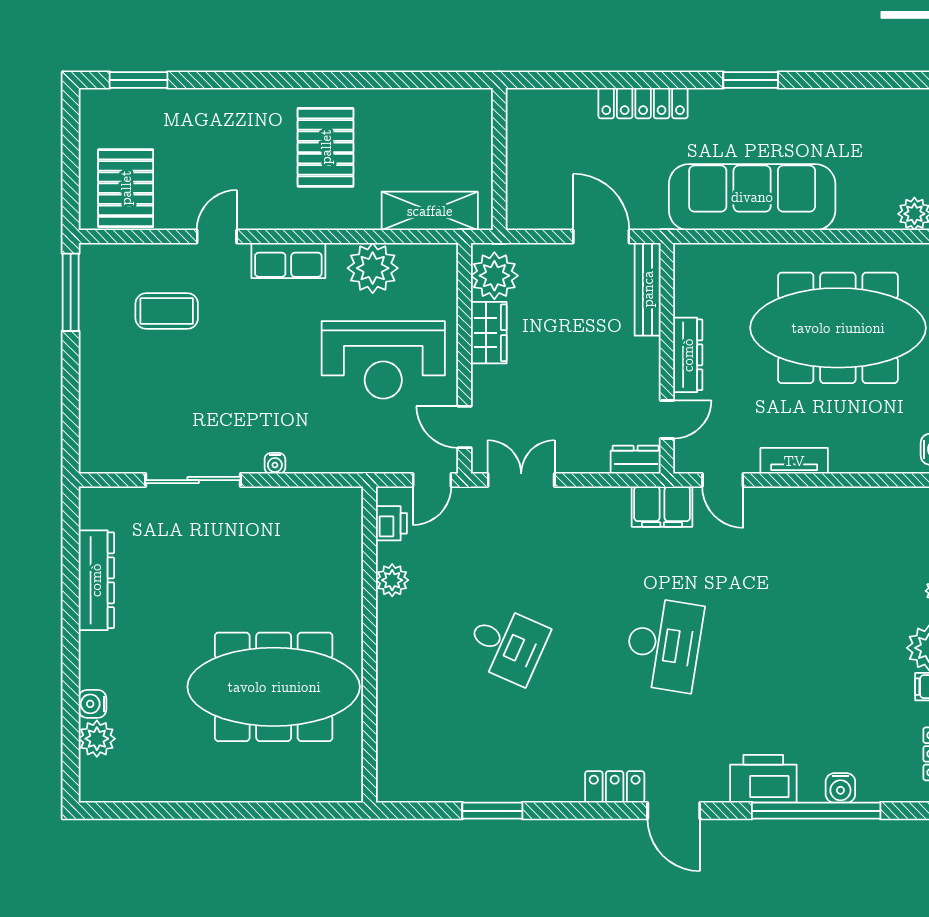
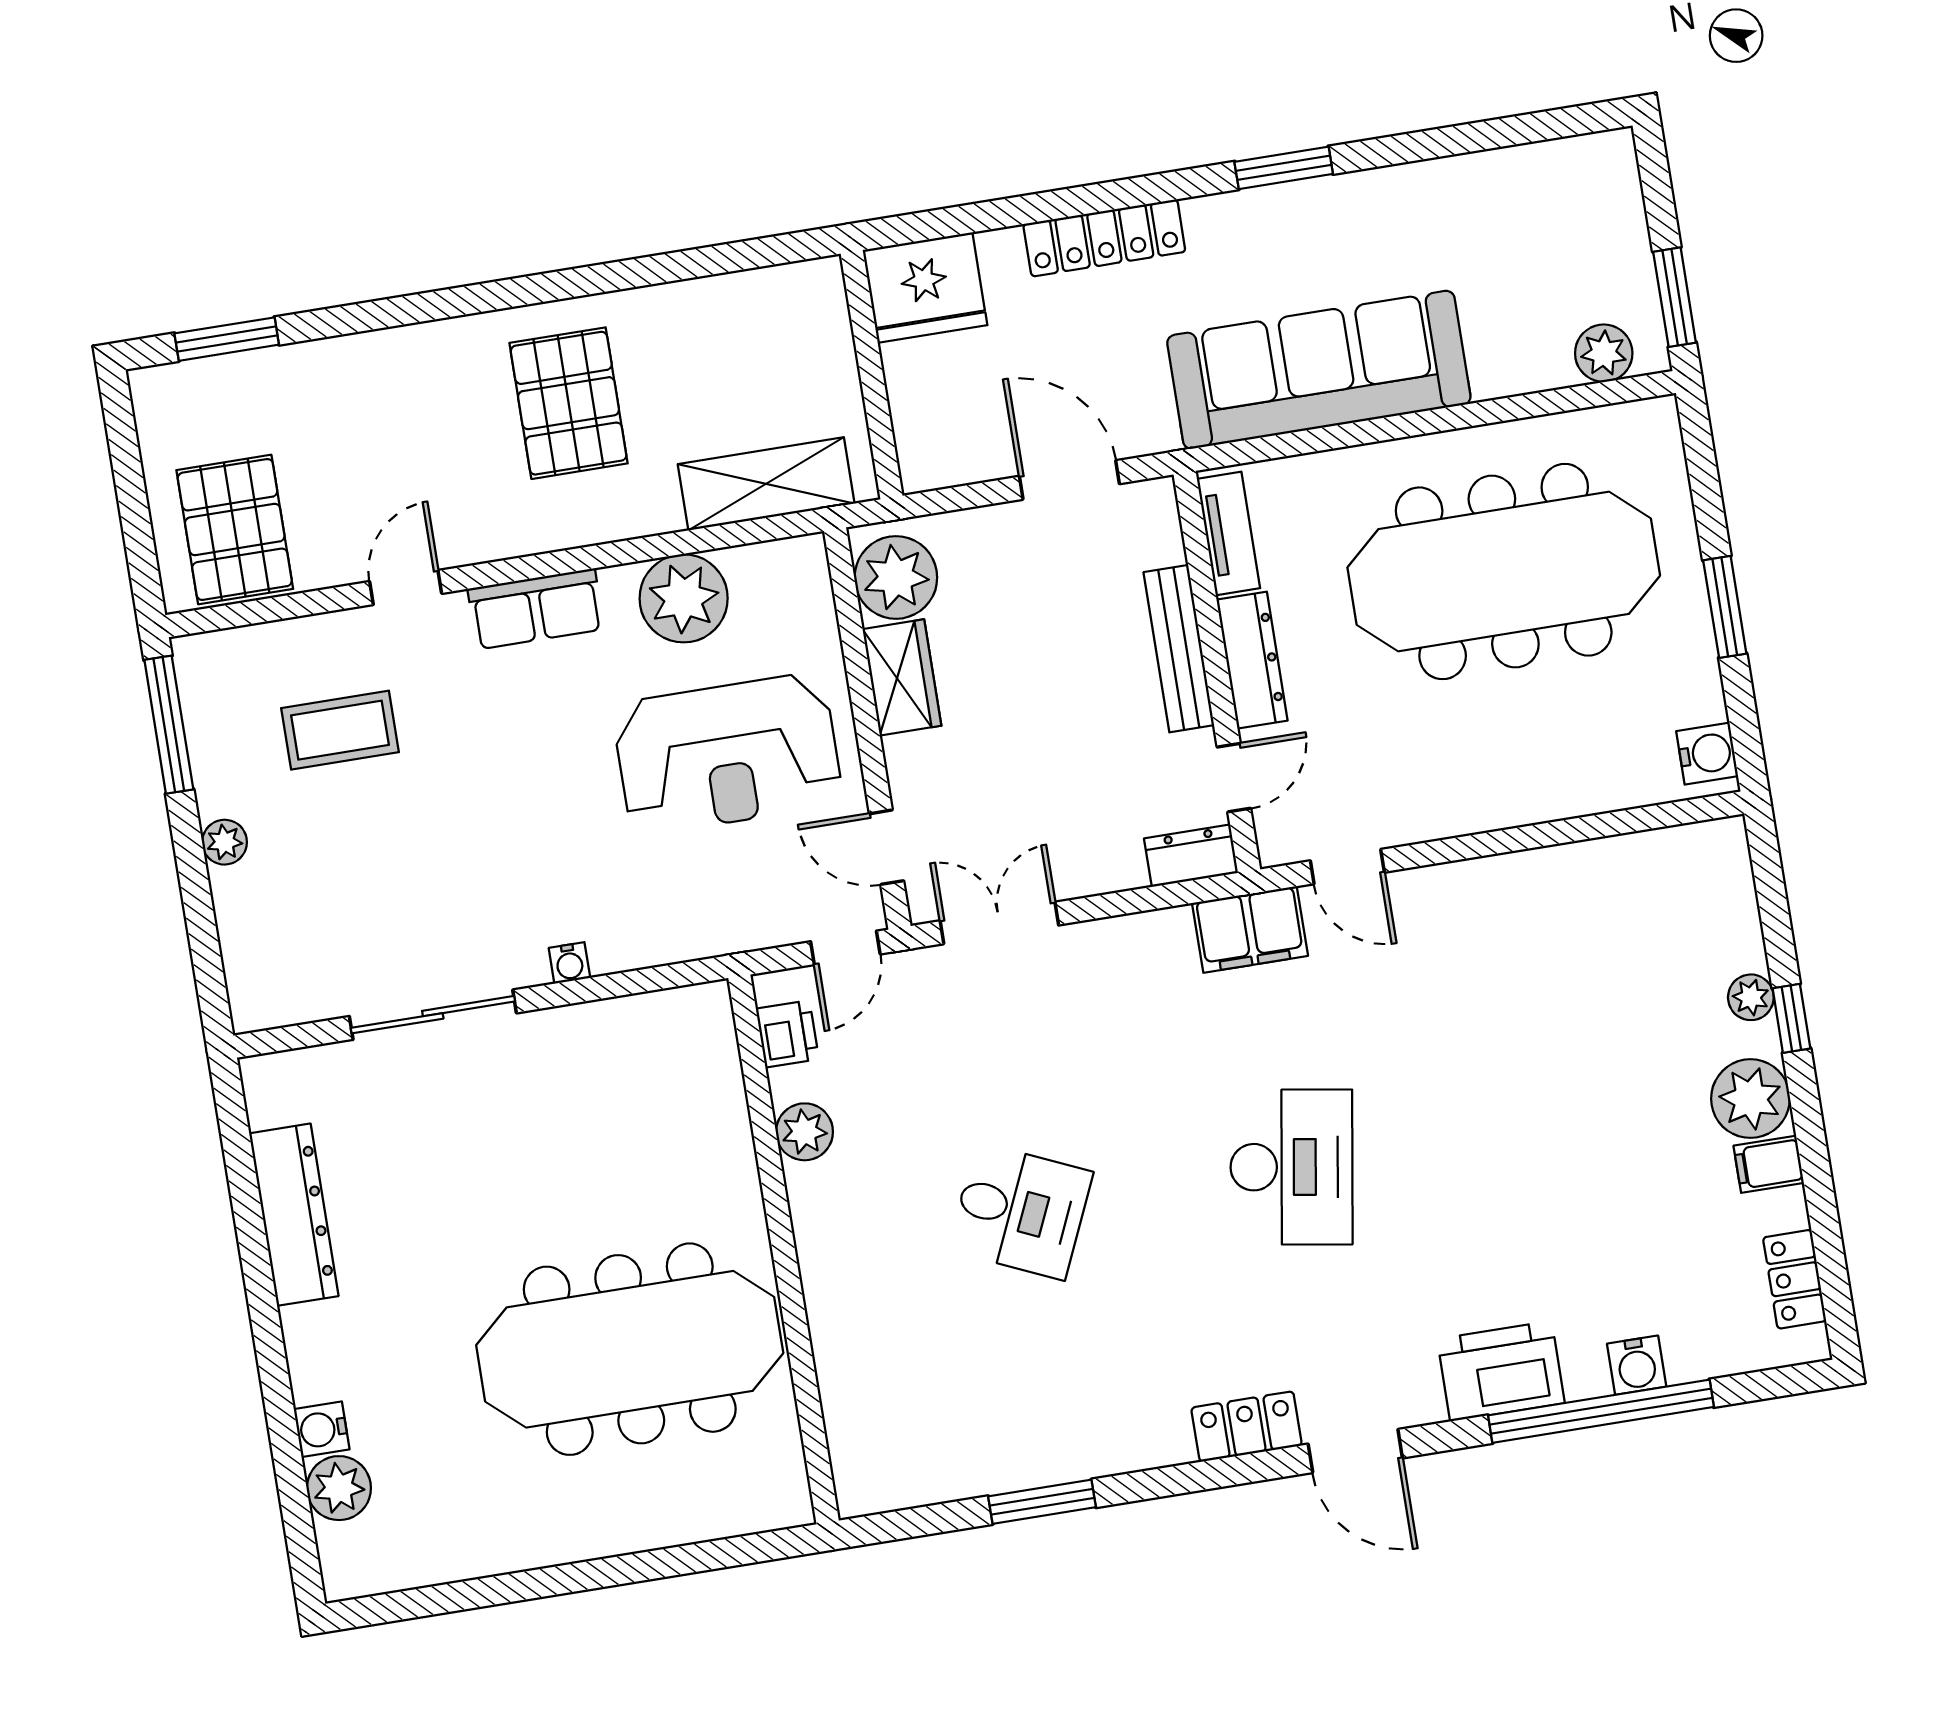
fridge: (537, 115) -> (925, 288), added
bench: (648, 289) -> (1179, 649), moved
plant: (91, 364) -> (225, 842), added
tv unit: (794, 461) -> (1228, 533), moved, turned 90

